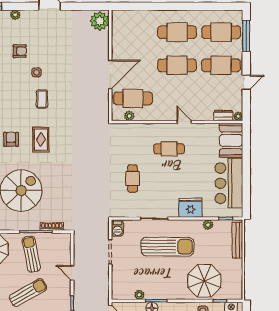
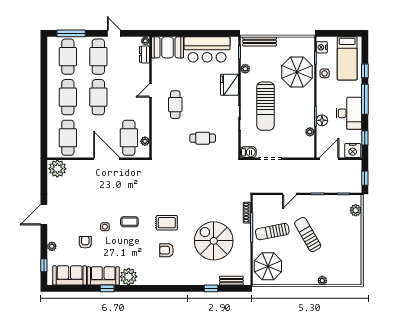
cafe table: (133, 32) -> (68, 138), added
sun lounger: (167, 247) -> (265, 106), turned 180

